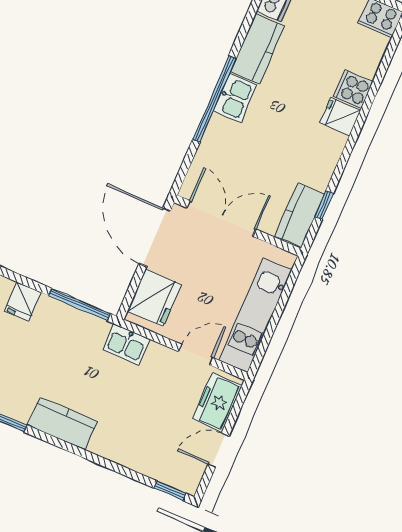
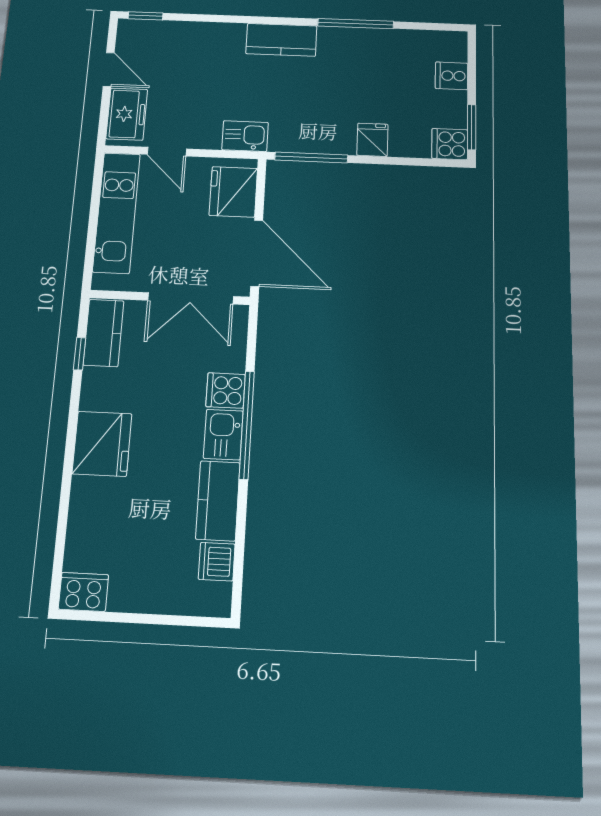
cooker: (353, 89) -> (226, 390), moved, turned 180
fridge: (340, 117) -> (102, 444), width x1.88, depth x1.34
door: (196, 355) -> (167, 152), hinge flipped
door: (218, 450) -> (109, 69), hinge flipped

